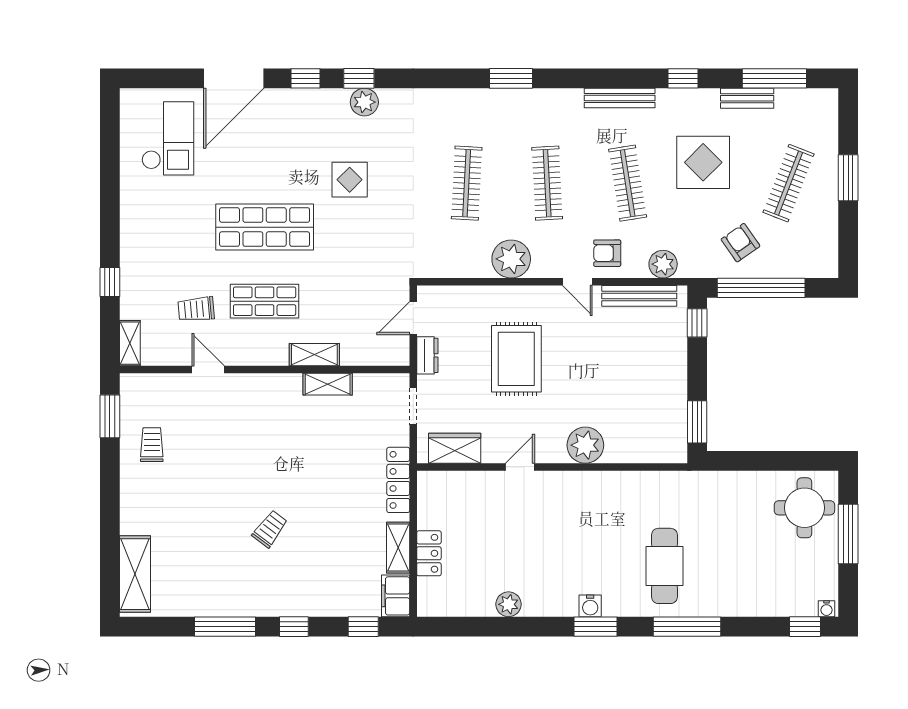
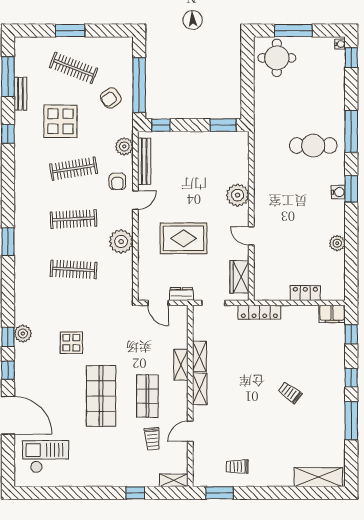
bench: (620, 98) -> (20, 174), removed
shelving: (398, 548) -> (200, 389), moved, turned 90

